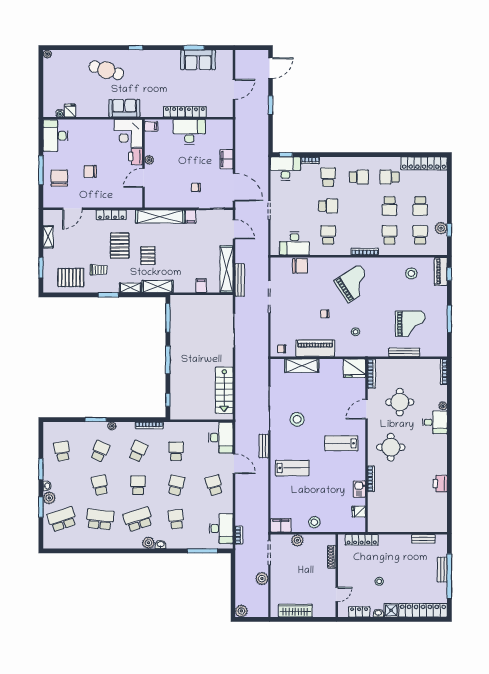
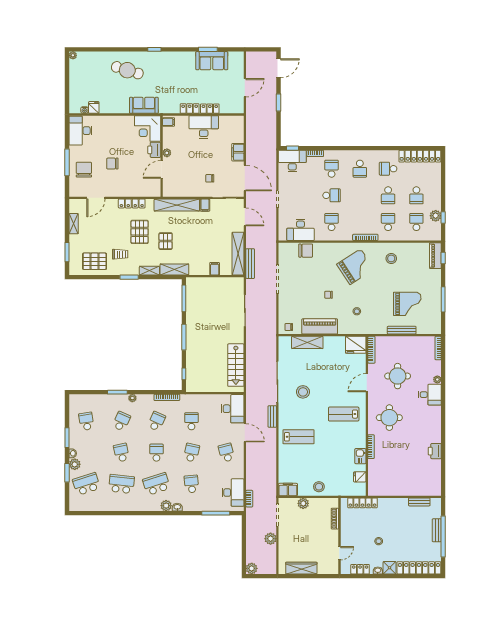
school desk: (359, 177) -> (360, 169), turned 90
stool: (411, 273) -> (391, 258), moved

